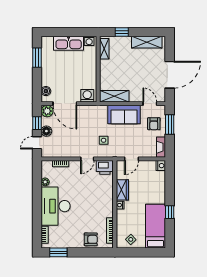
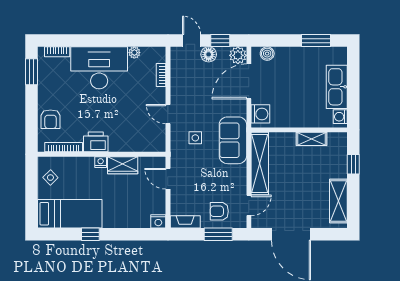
shelving: (104, 49) -> (312, 139), moved
shelving: (114, 96) -> (260, 164), width x1.47
sofa: (124, 114) -> (233, 140), moved
printer: (105, 167) -> (96, 142), moved, turned 90

